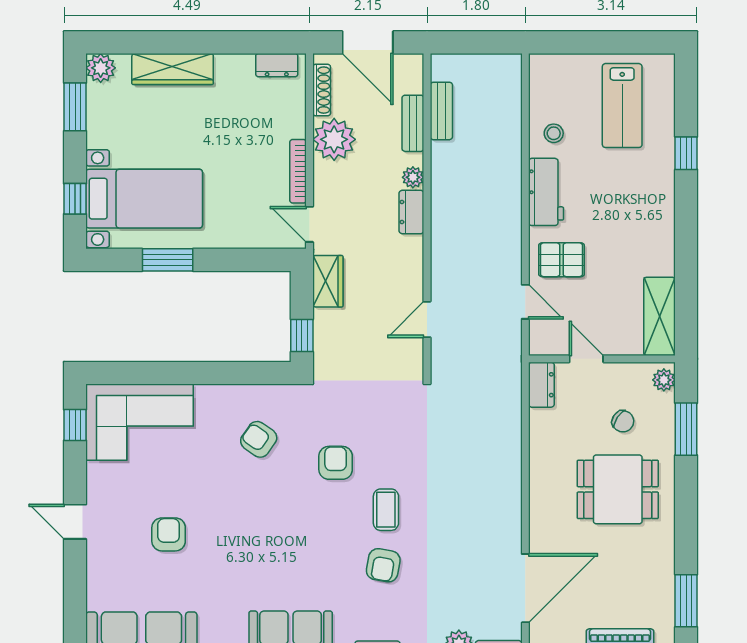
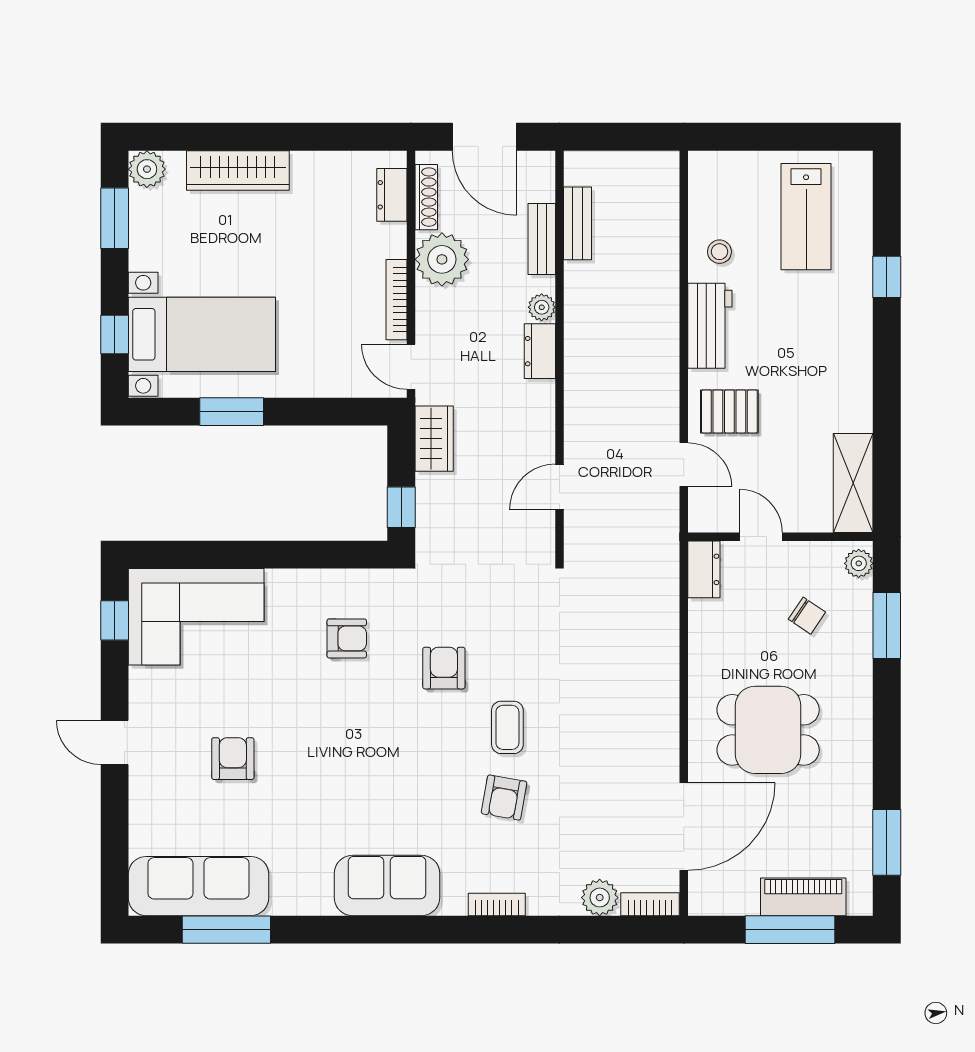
dresser: (277, 65) -> (392, 195), moved, turned 90
armchair: (259, 439) -> (347, 638), turned 145
dining table: (618, 489) -> (768, 730), moved

